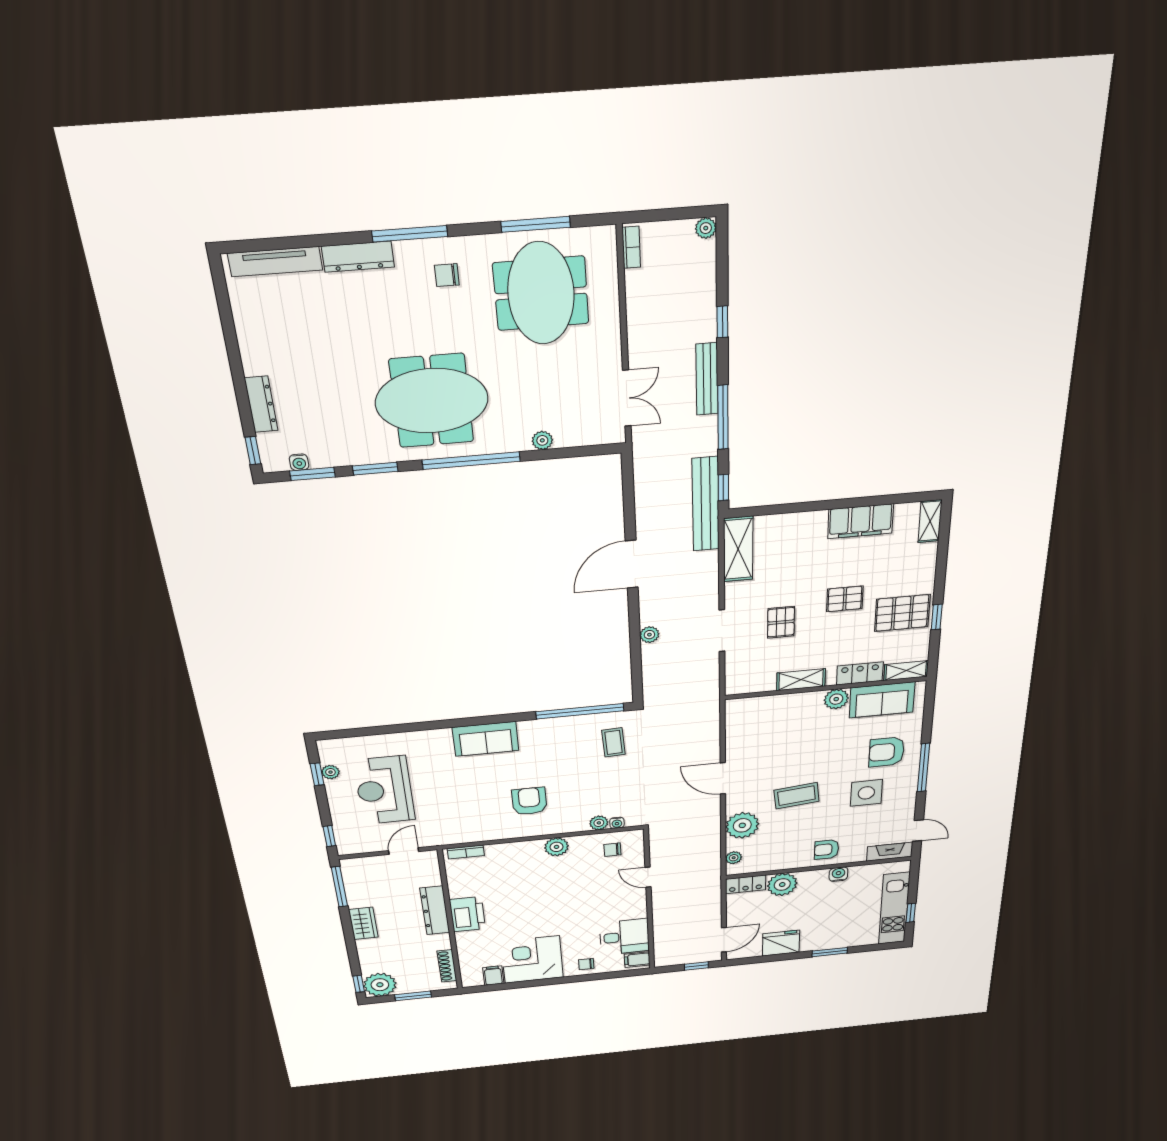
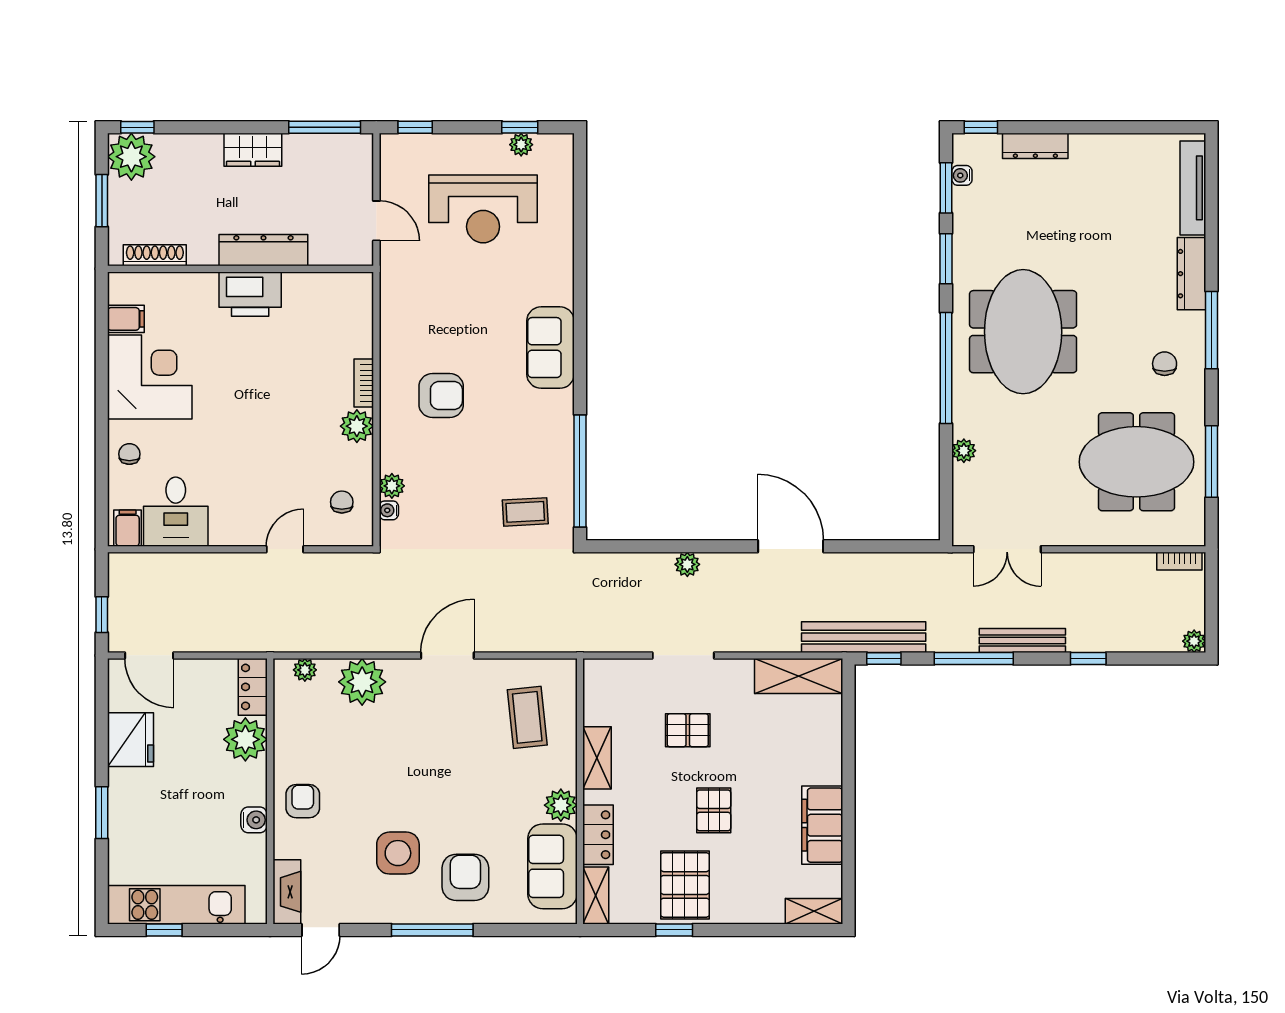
reception desk: (384, 790) -> (483, 209), turned 180
coffee table: (797, 796) -> (527, 717), moved
bookcase: (466, 852) -> (364, 383), moved

